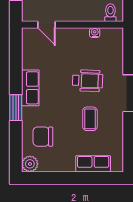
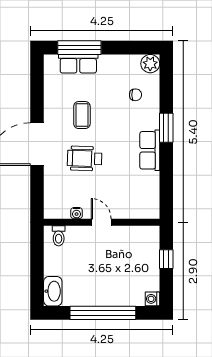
door: (46, 25) -> (101, 222), moved
chair: (43, 137) -> (135, 95), width x0.54, depth x0.54
window: (92, 178) -> (79, 48), added

